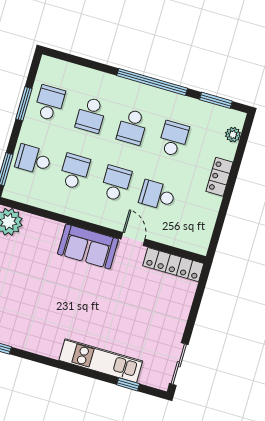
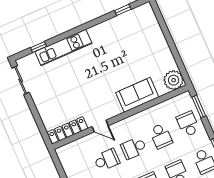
school desk: (33, 160) -> (188, 124), turned -90
school desk: (116, 183) -> (134, 148), turned 90
sofa: (88, 247) -> (137, 95), moved

